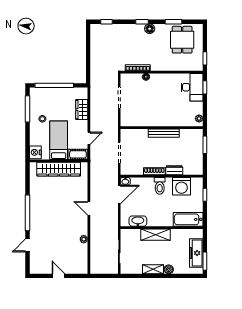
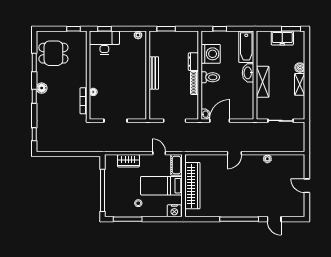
door: (119, 195) -> (220, 121), hinge flipped
washbasin: (138, 221) -> (248, 73), moved
freezer: (196, 253) -> (282, 38), width x0.71
door: (58, 276) -> (307, 186), hinge flipped

